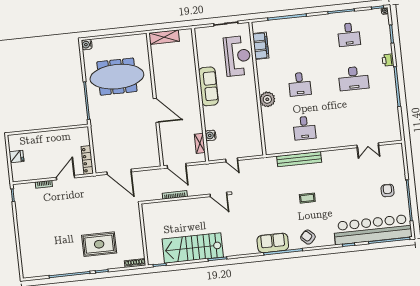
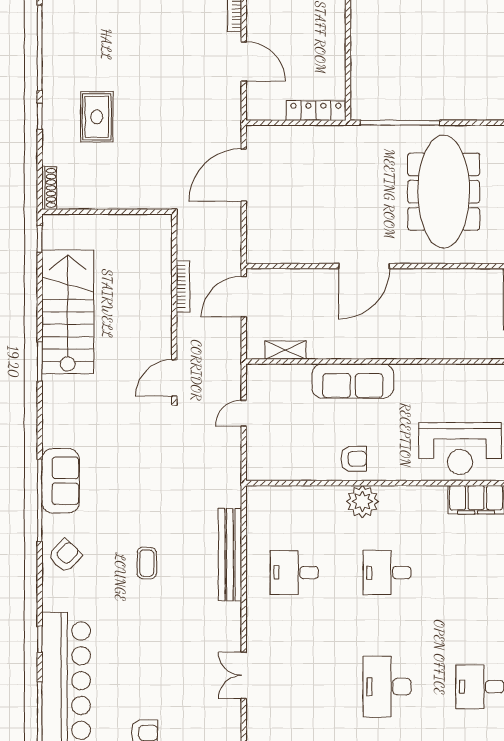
sofa: (208, 86) -> (353, 381), moved
armchair: (248, 106) -> (354, 459), added
water cooler: (211, 135) -> (300, 375), removed
double door: (368, 145) -> (244, 675), moved
locker: (87, 160) -> (316, 111), moved
rug: (99, 244) -> (97, 117), width x0.73, depth x0.70

